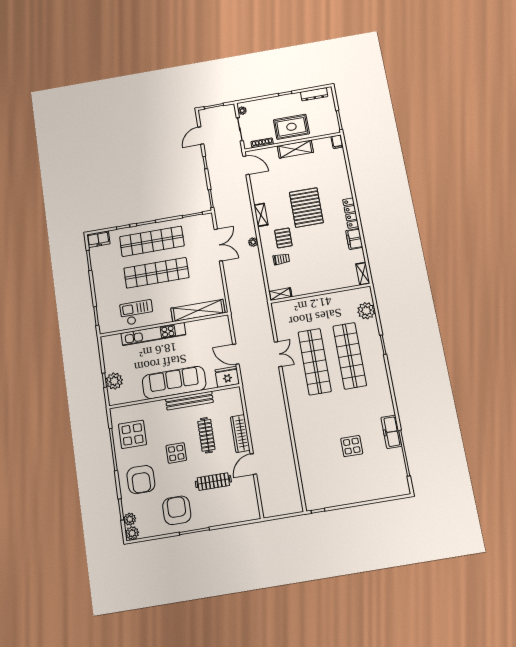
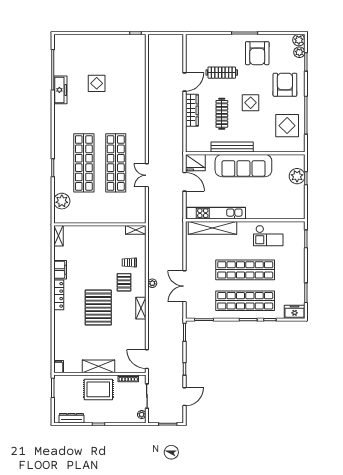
kitchen unit: (153, 334) -> (216, 213), moved

